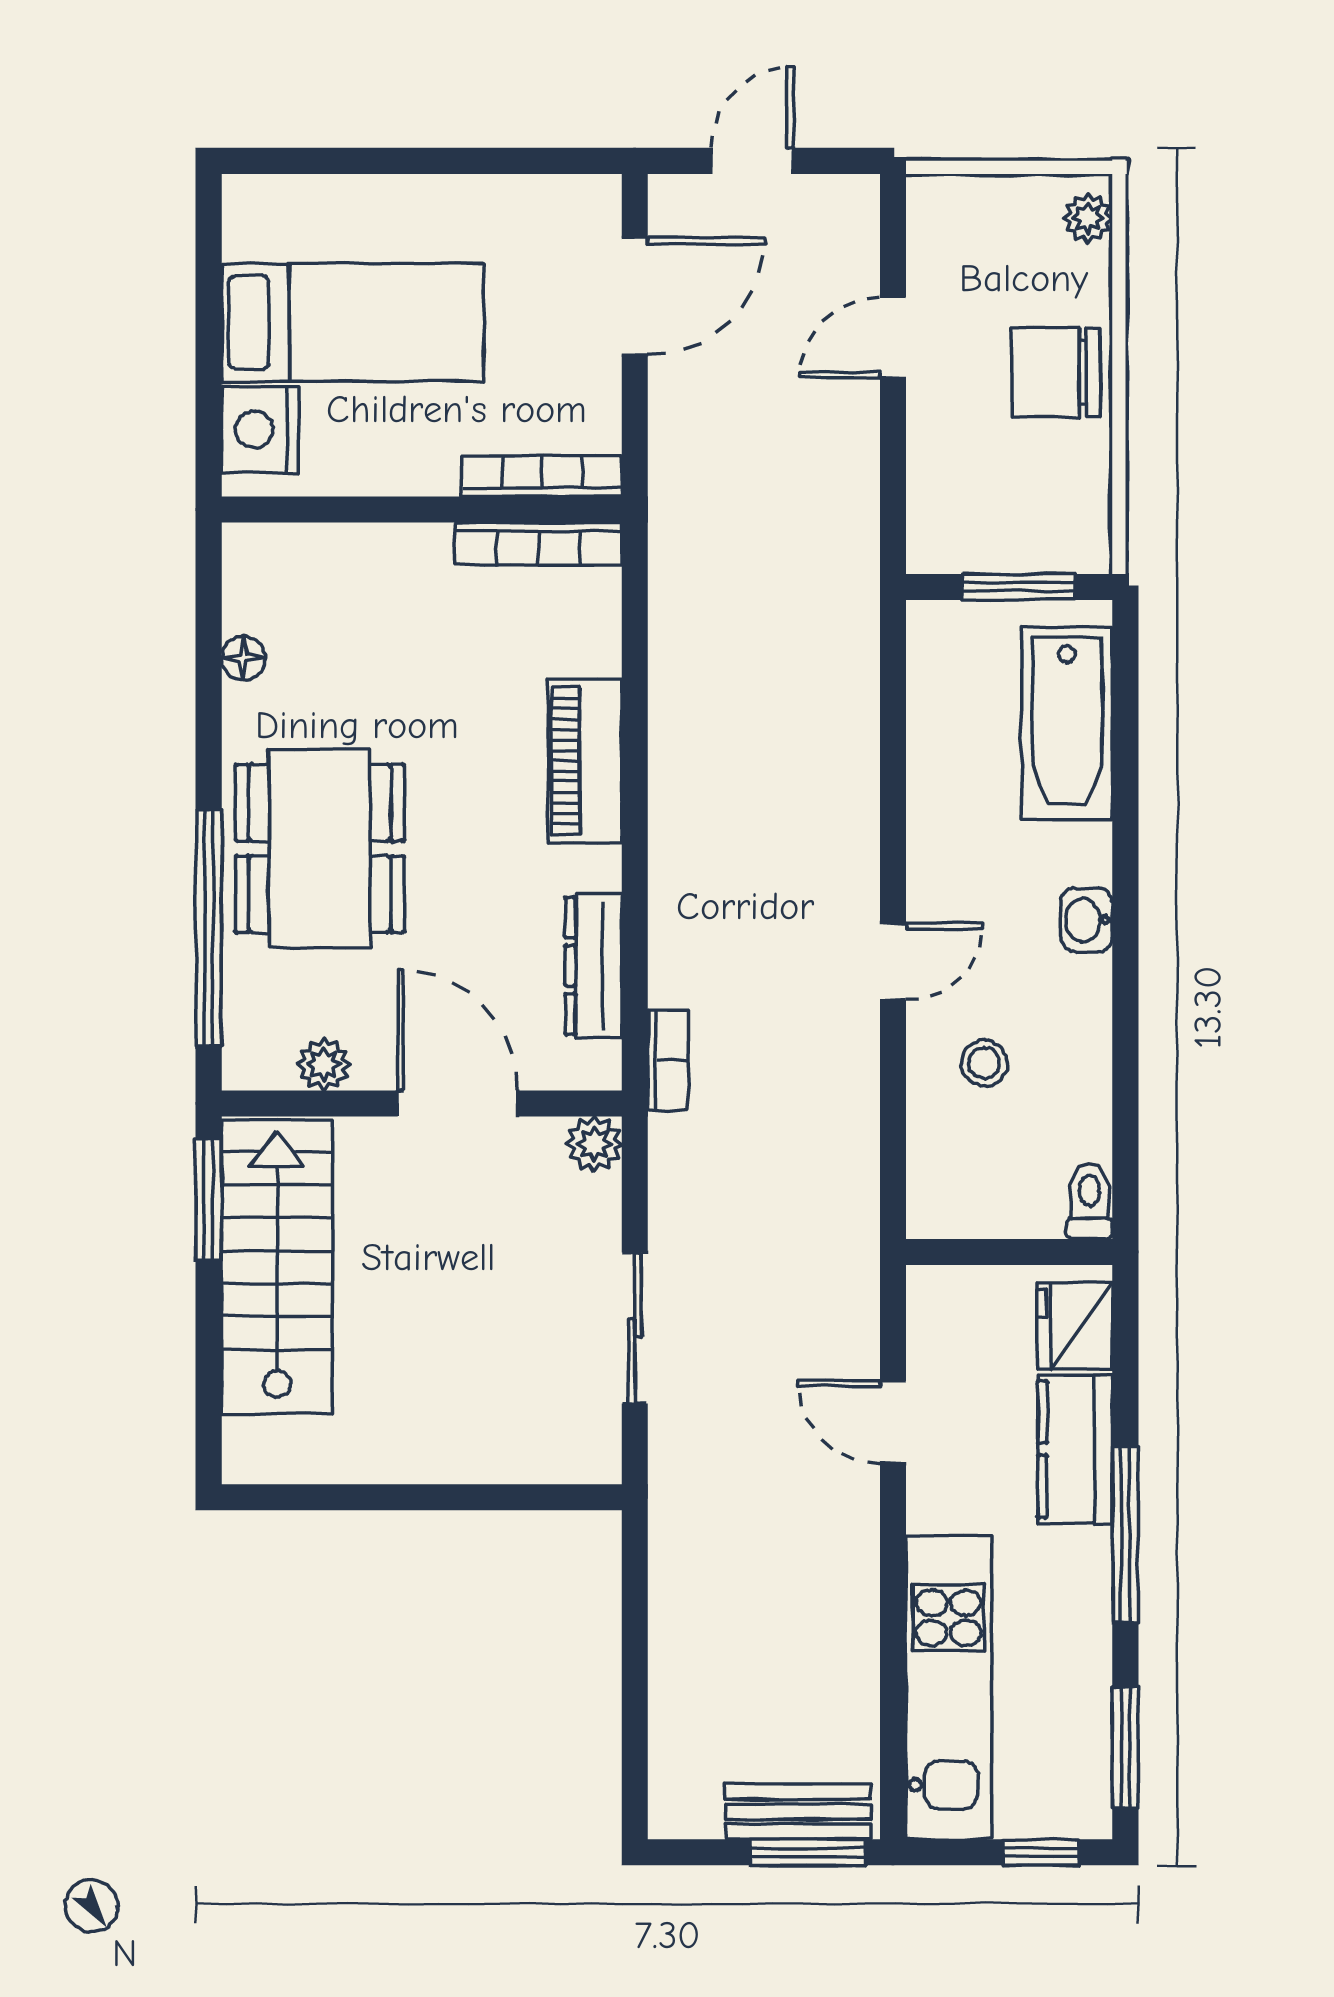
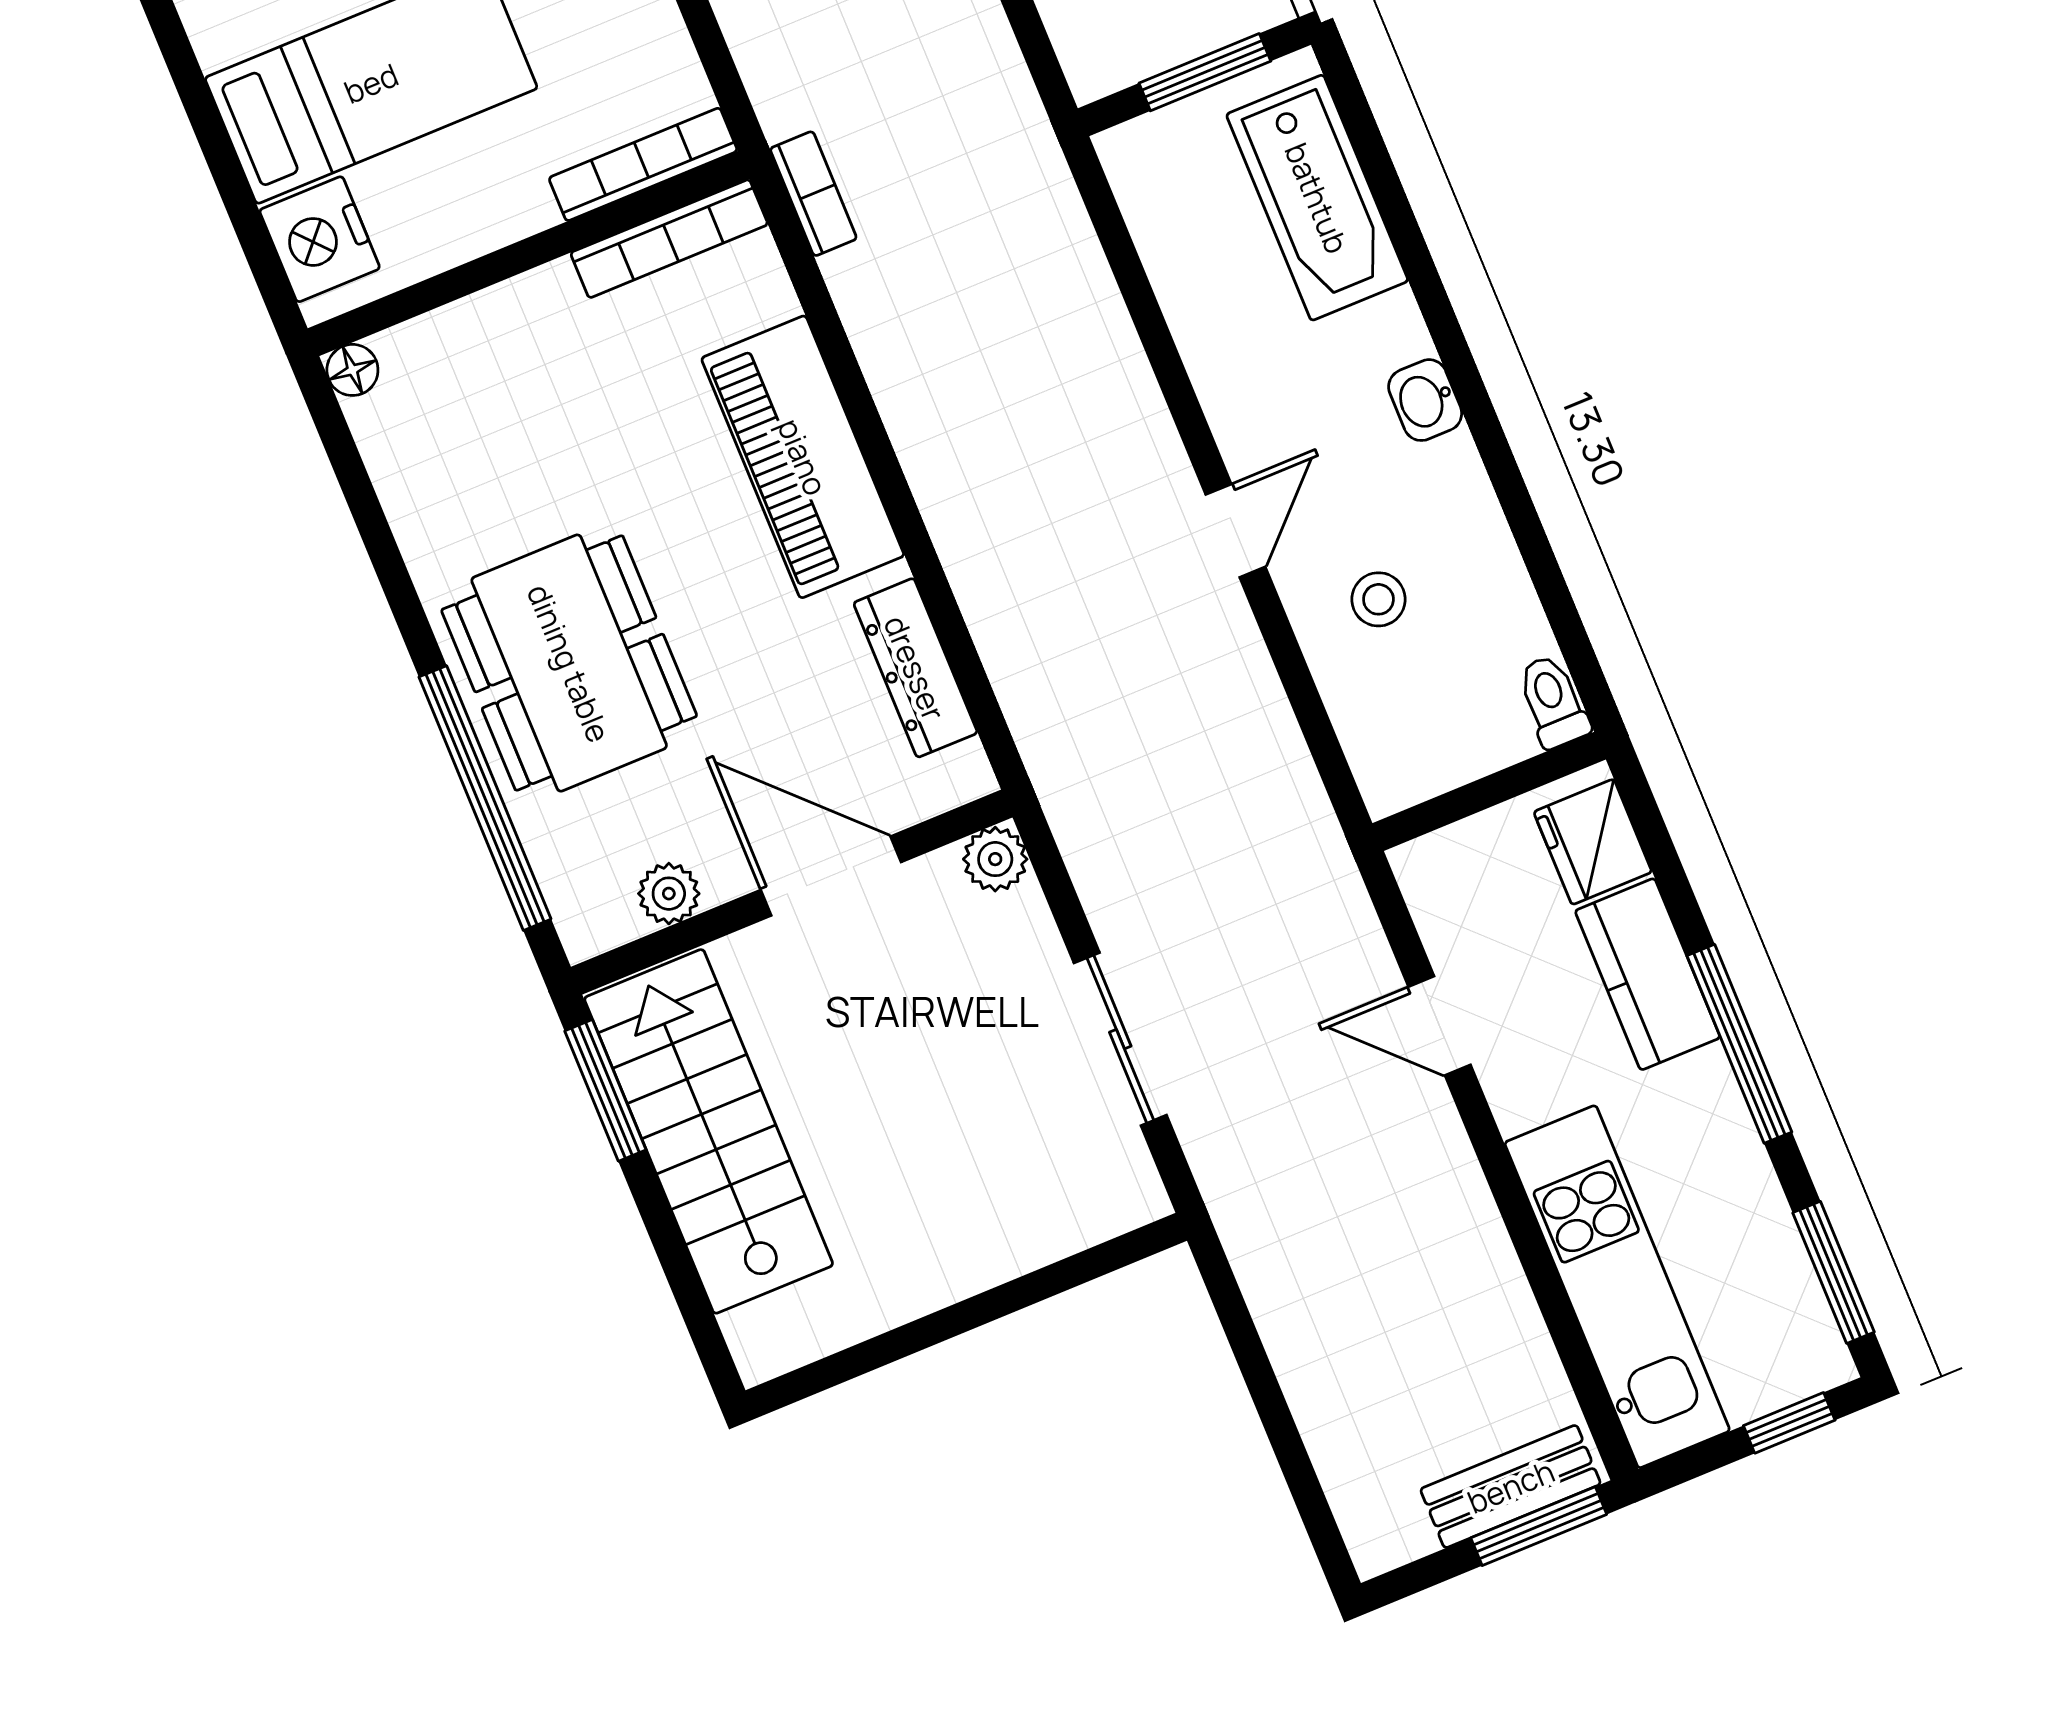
floor lamp: (244, 658) -> (352, 370), moved
piano: (585, 761) -> (803, 457), width x1.37, depth x1.33
bookcase: (668, 1060) -> (813, 194), moved

